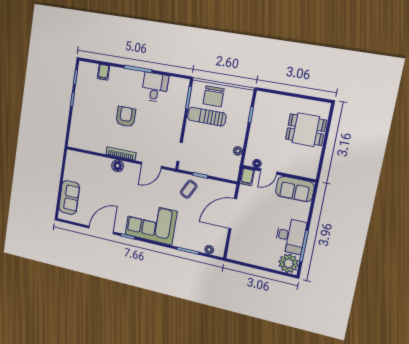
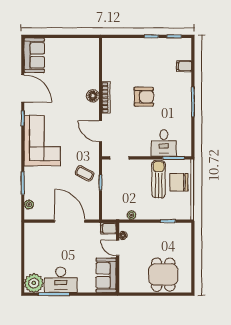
desk: (155, 87) -> (164, 143), moved, turned 90
sofa: (69, 197) -> (34, 55), moved, turned -90

